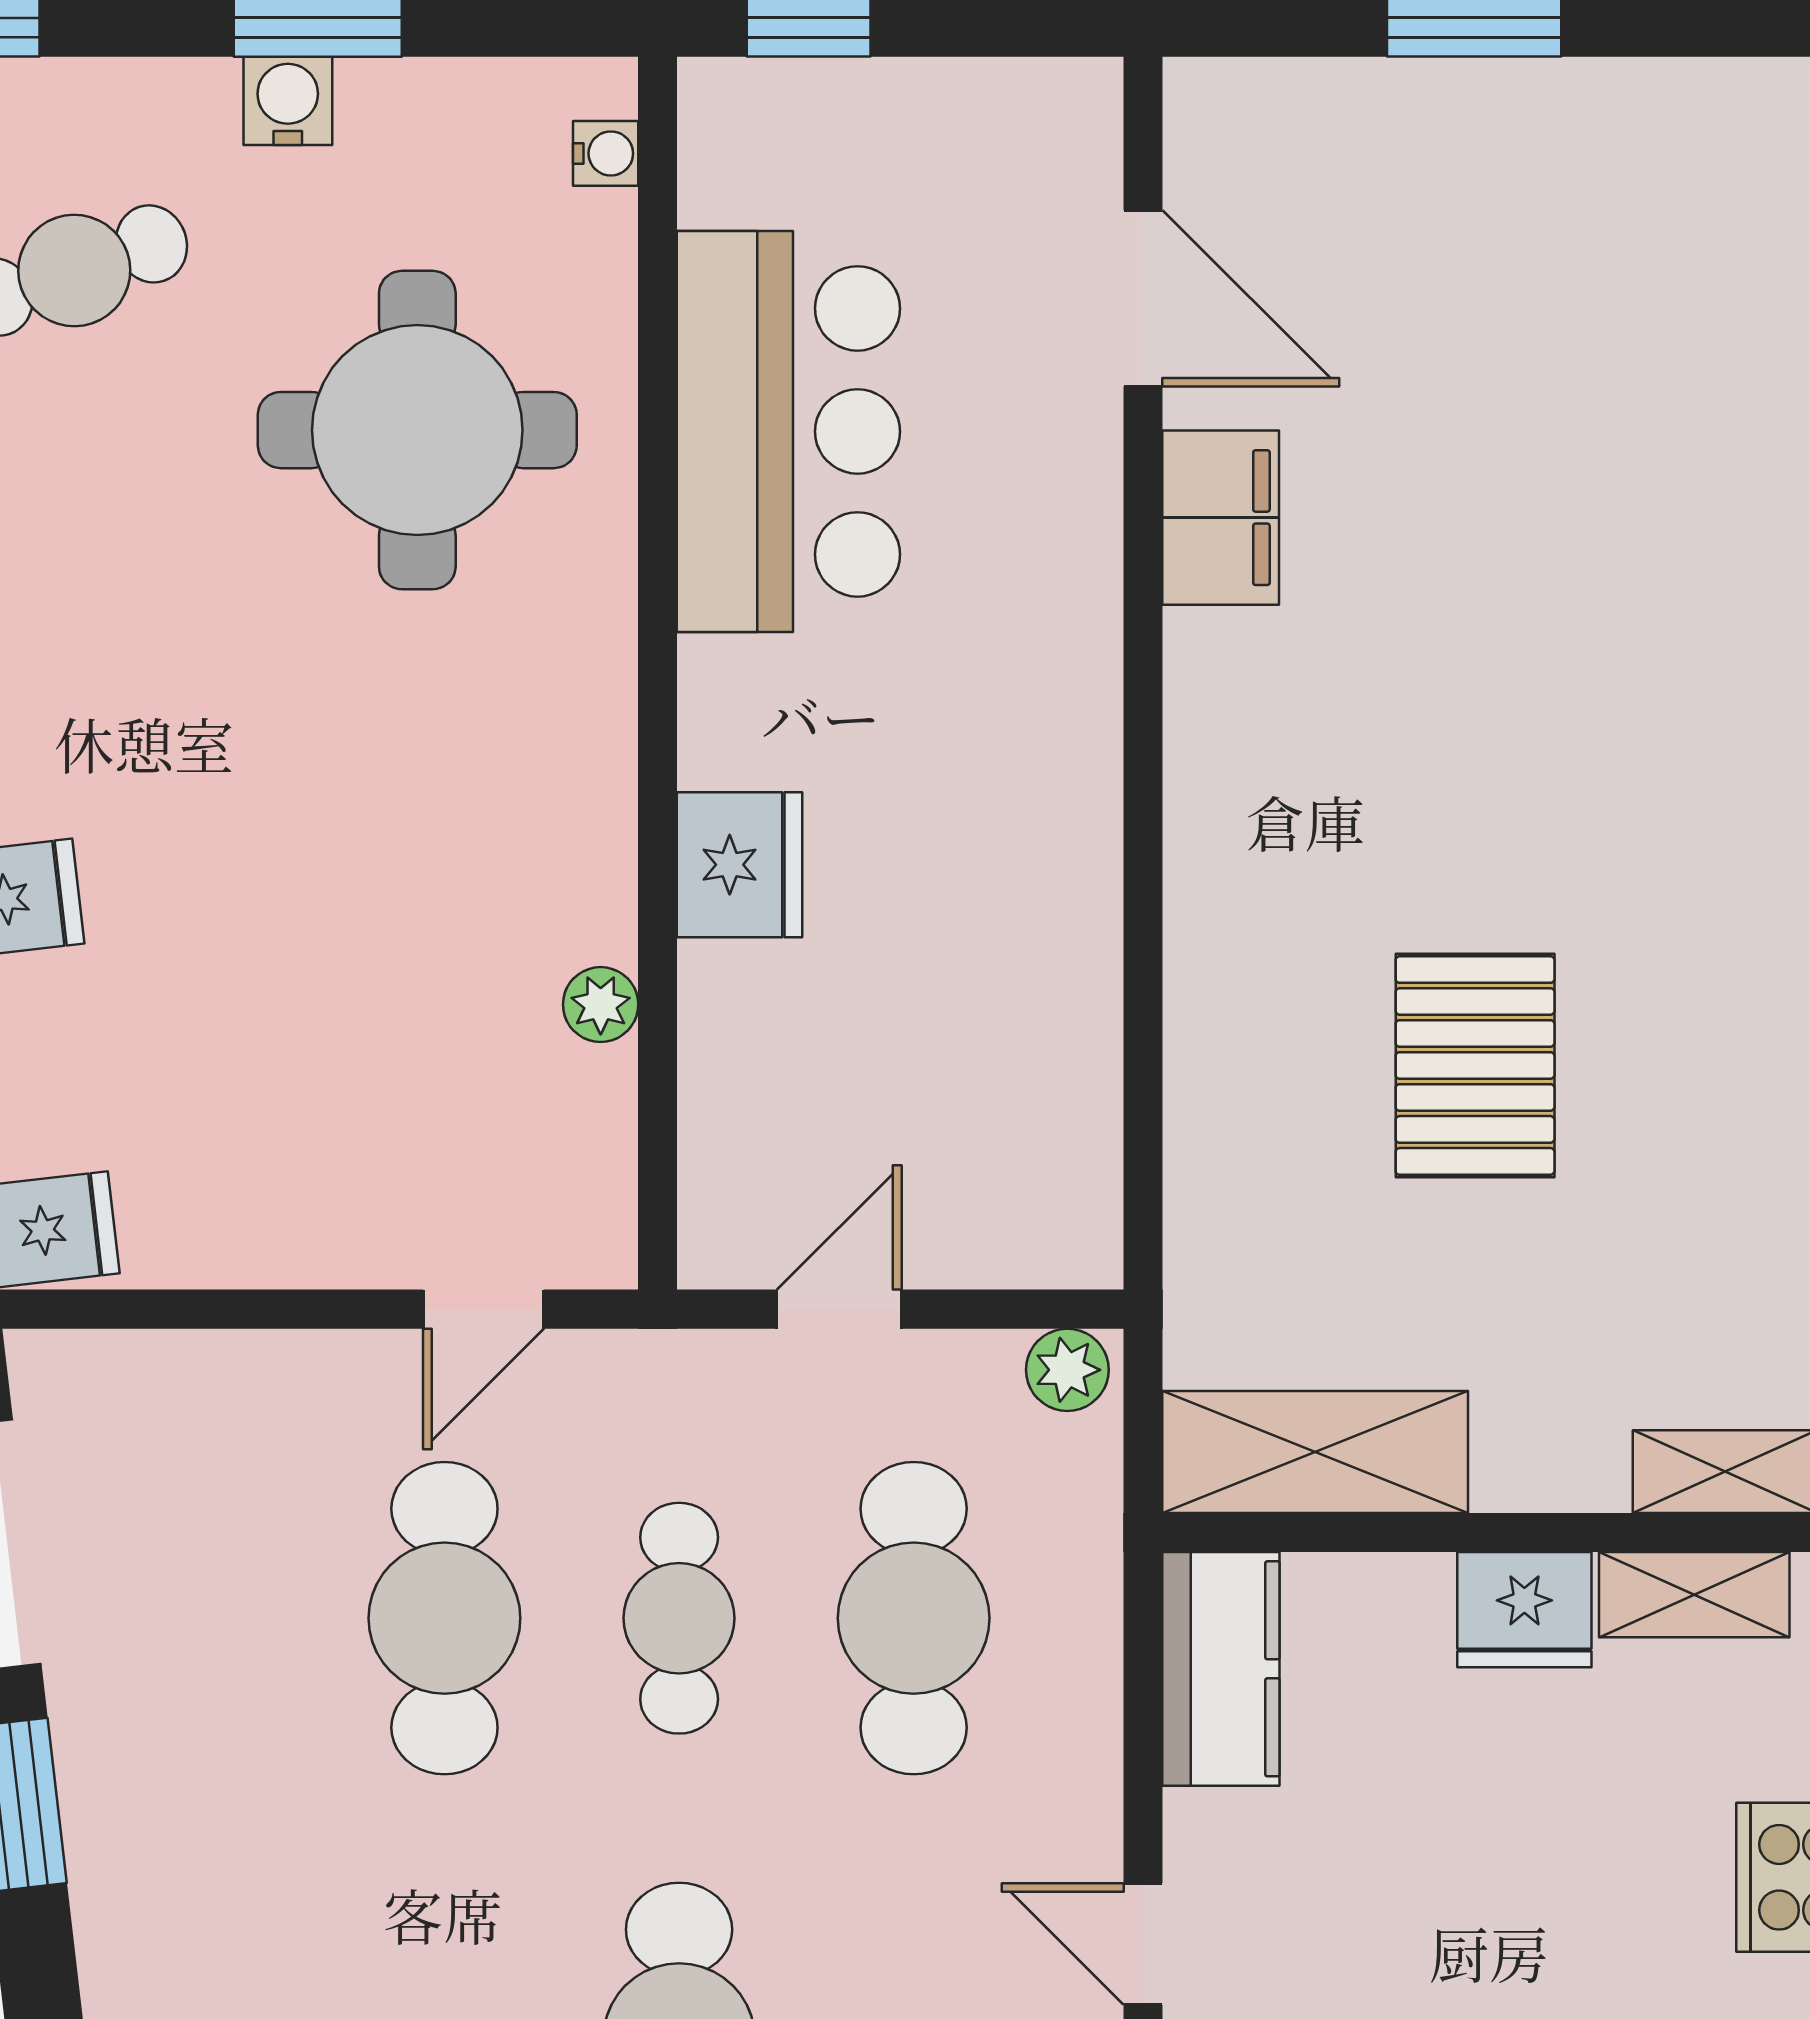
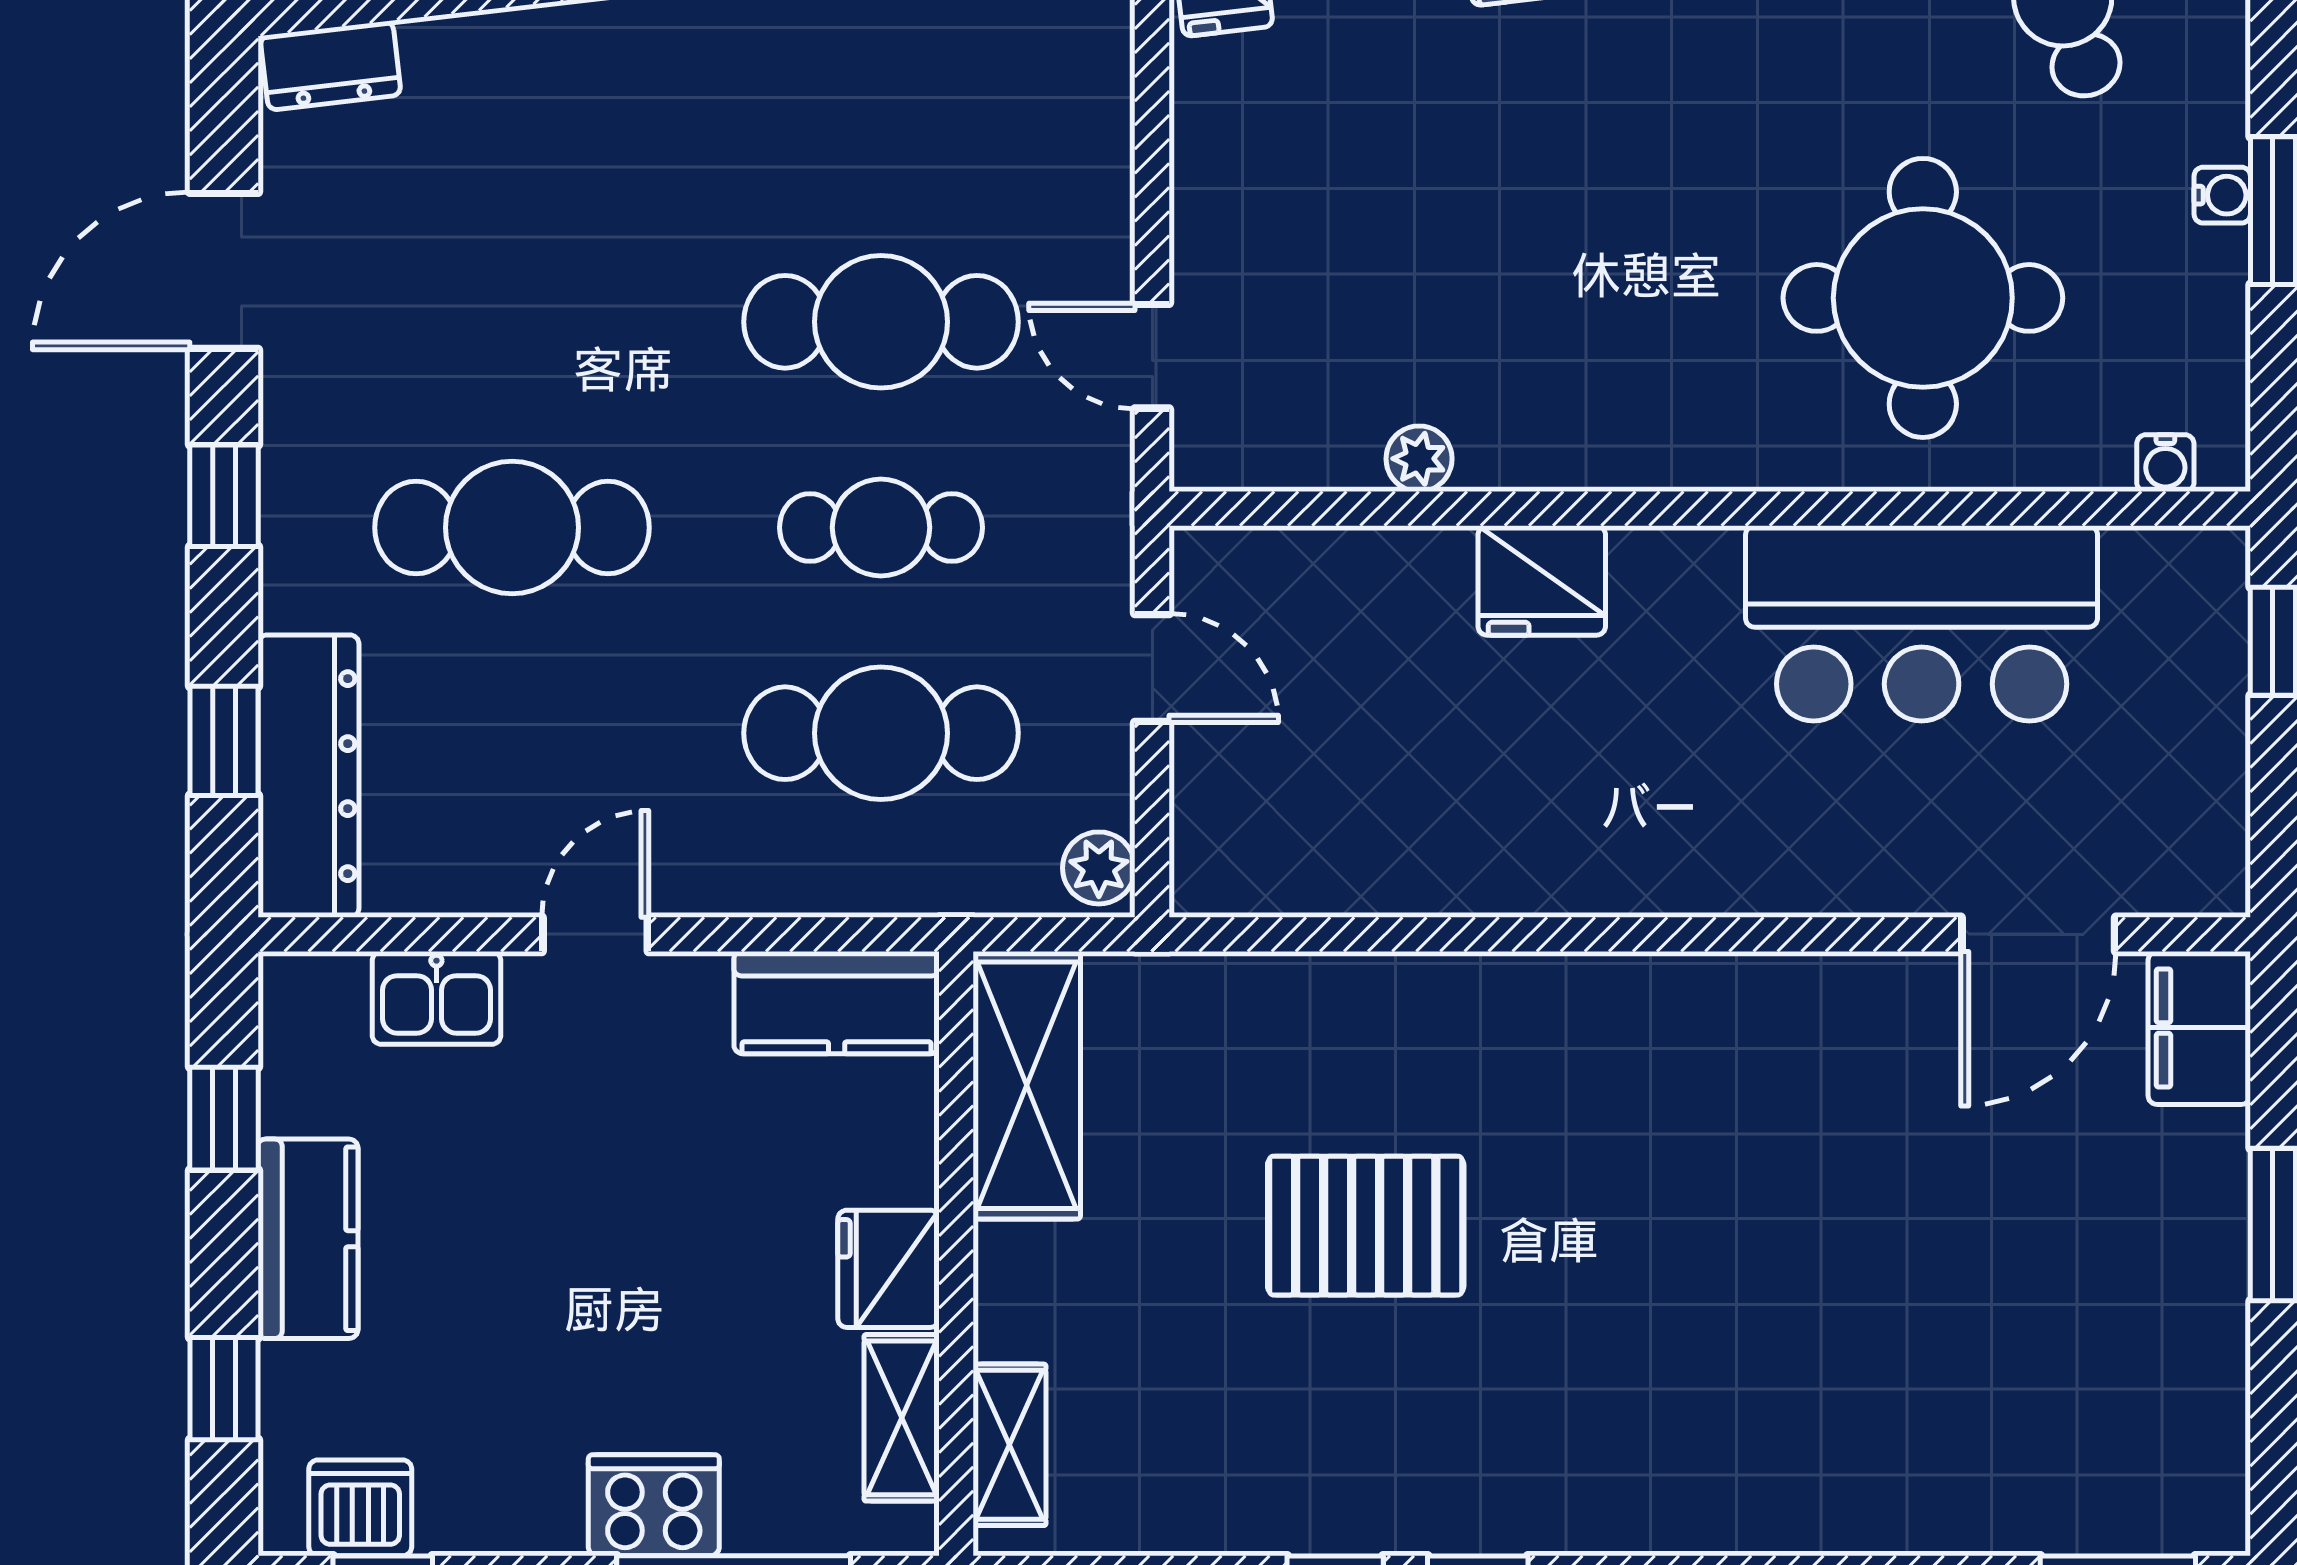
water cooler: (288, 101) -> (2222, 195), width x0.72, depth x0.72
filing cabinet: (1221, 518) -> (2199, 1028), moved, turned 90

